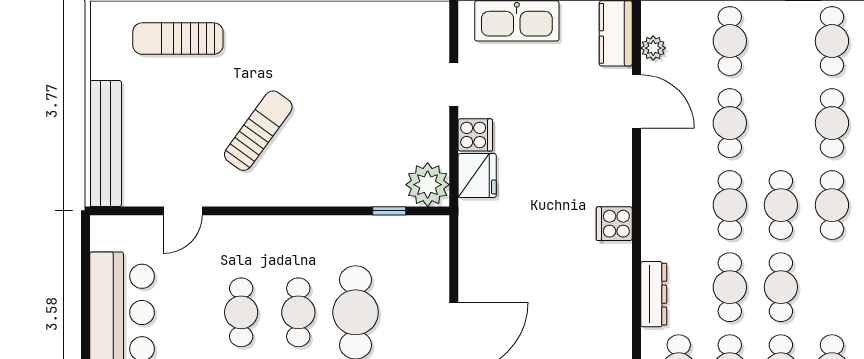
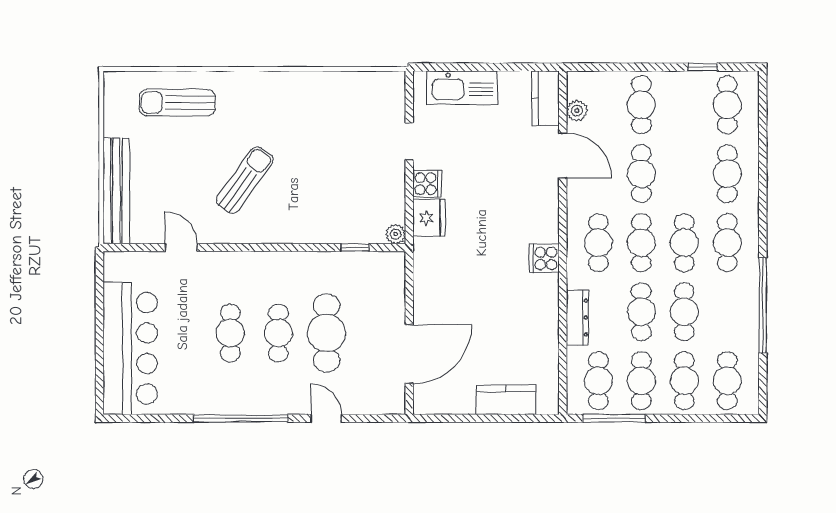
plant: (428, 185) -> (396, 234), width x0.53, depth x0.53
cafe table: (679, 205) -> (598, 243), added
door: (183, 211) -> (181, 248), swing flipped

